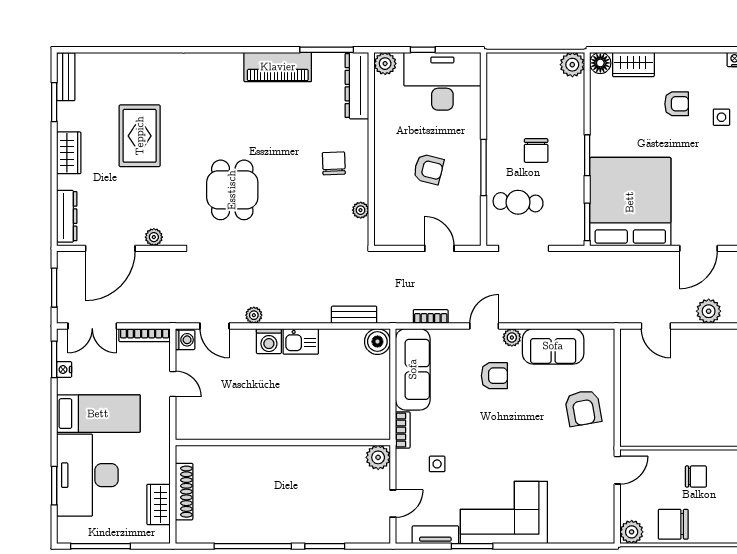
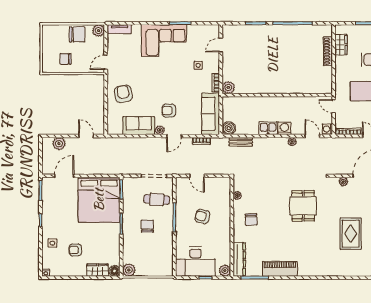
wall: (283, 443) -> (277, 95), moved
plant: (378, 457) -> (228, 88), moved
tv unit: (435, 535) -> (119, 29), moved

